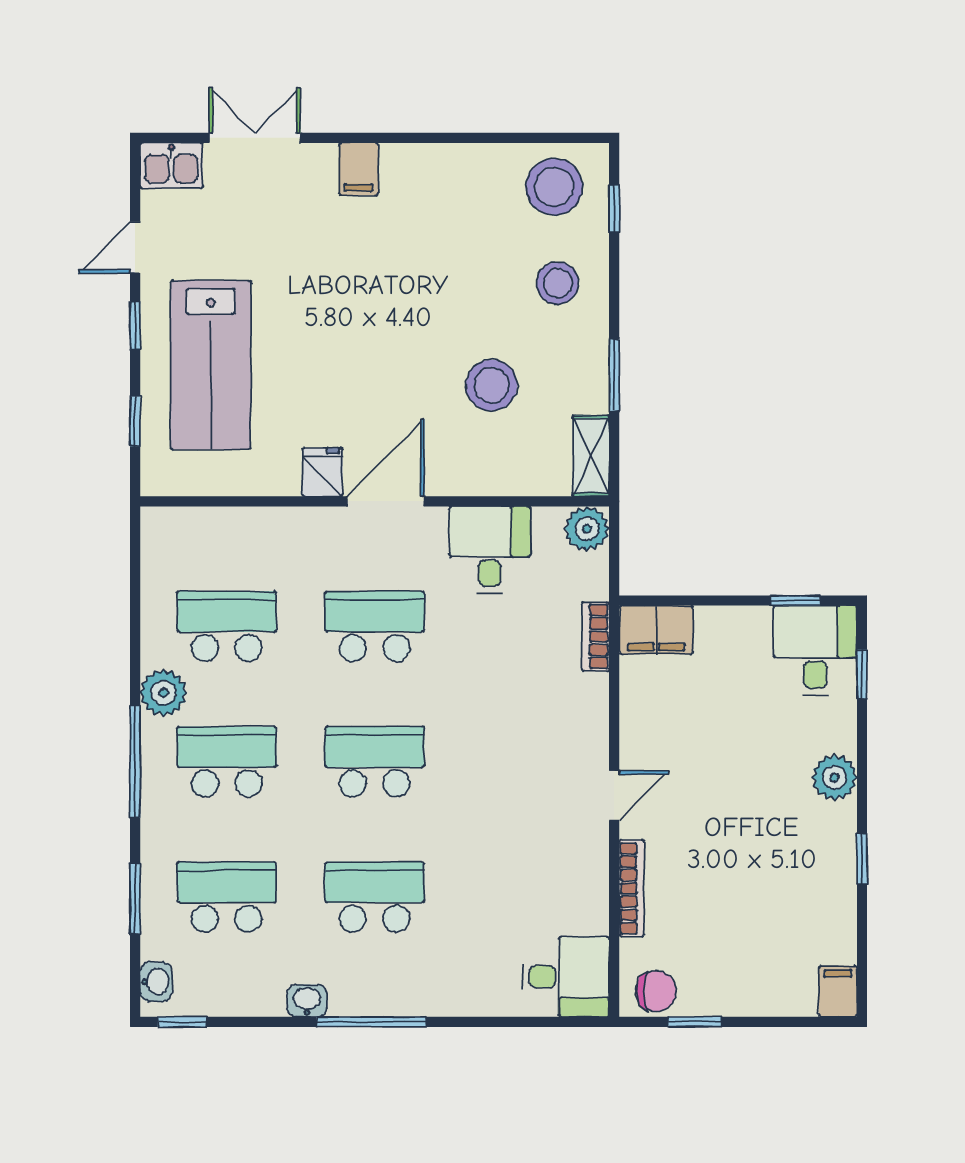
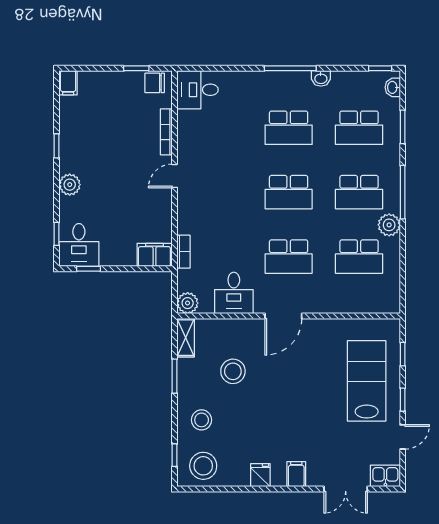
fridge: (322, 472) -> (260, 475), moved, turned 180

